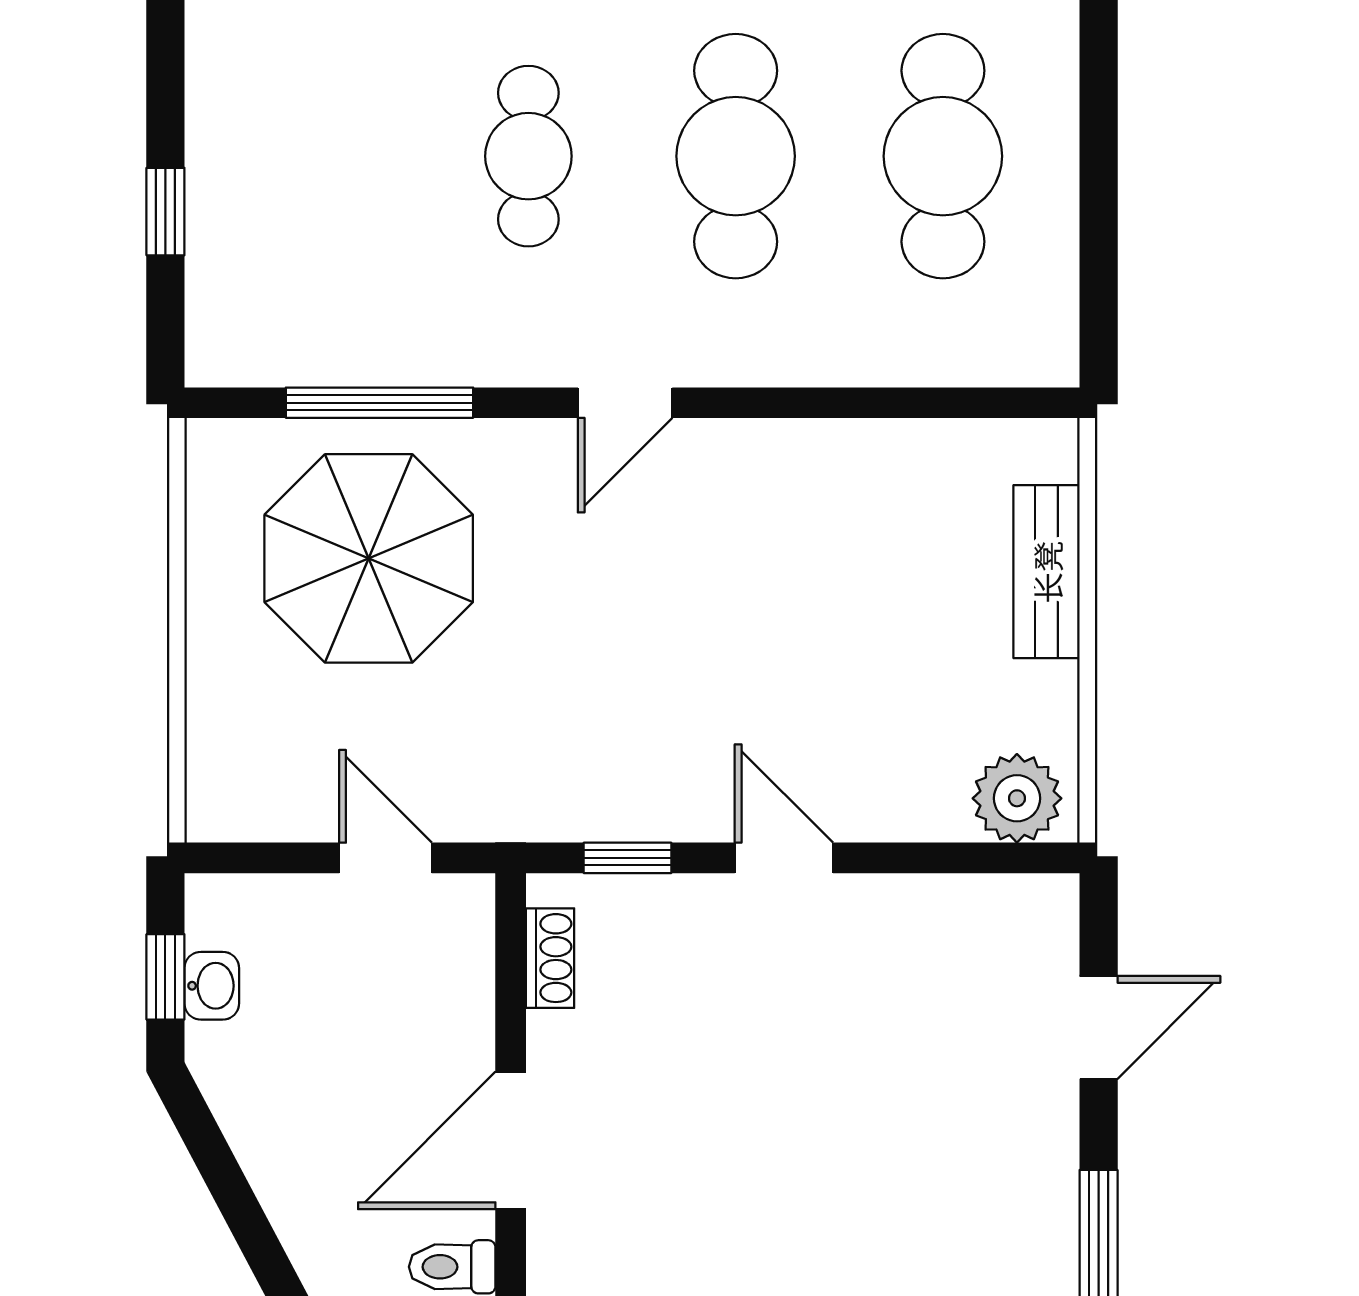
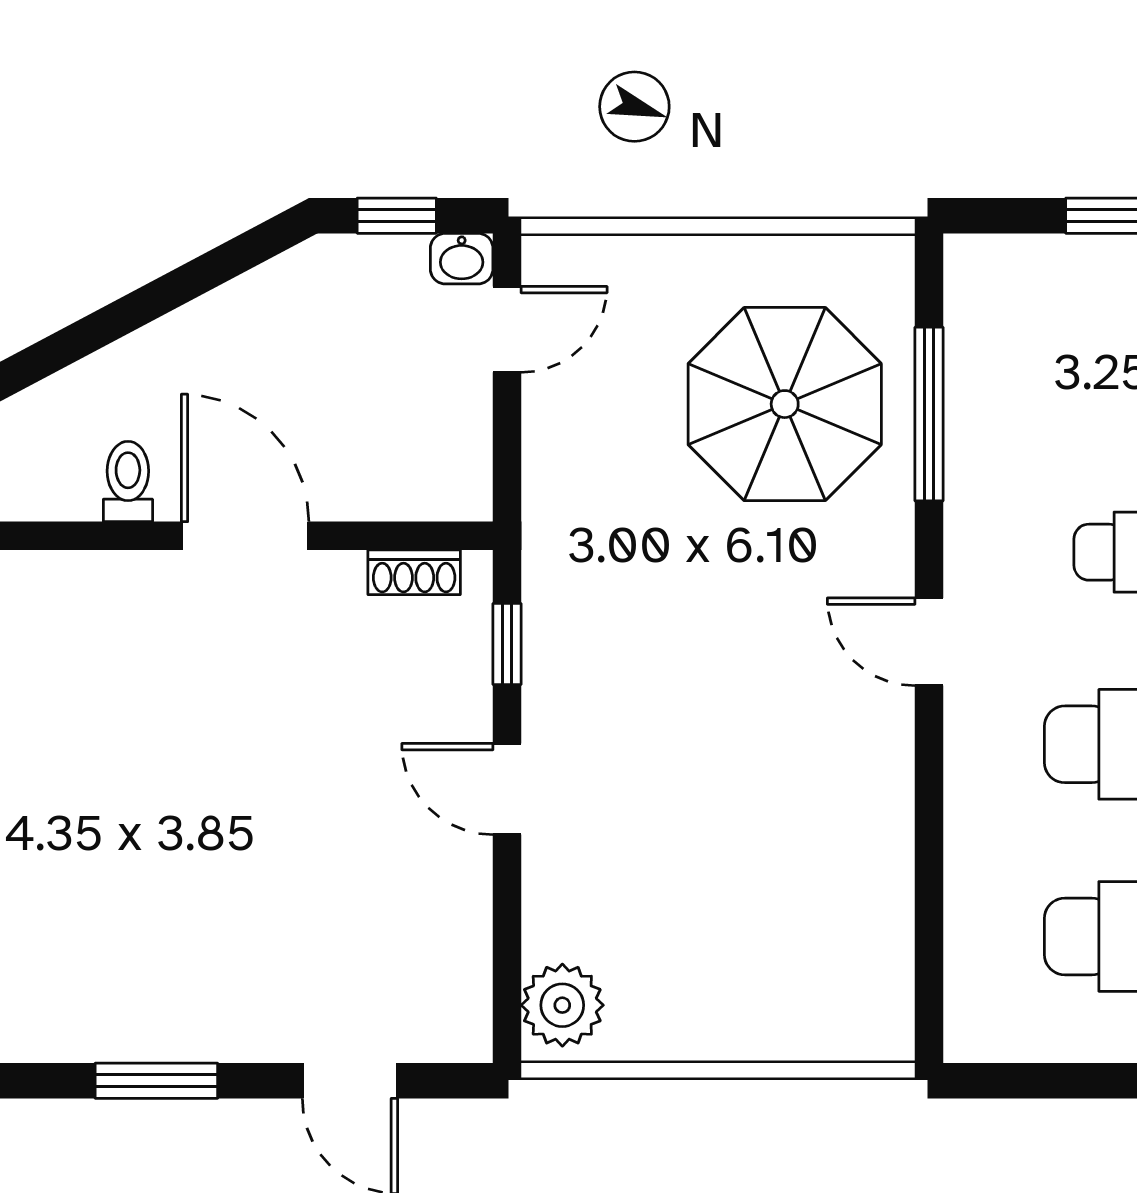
bench: (1047, 572) -> (772, 1033), removed
door: (385, 858) -> (507, 329), moved
door: (784, 858) -> (507, 789), swing flipped
washbasin: (212, 986) -> (462, 259), moved

